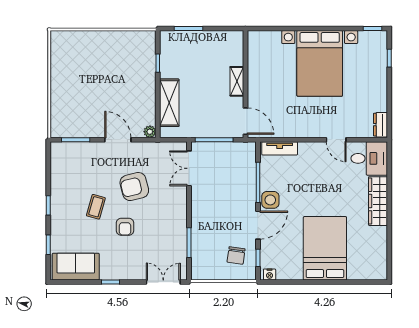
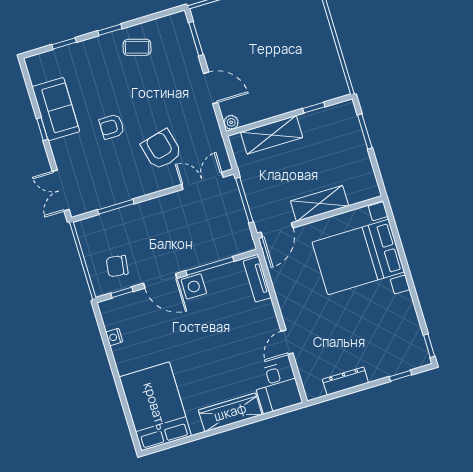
bed with nightstands: (320, 63) -> (358, 257), moved
shelving: (237, 81) -> (320, 203), width x1.50, depth x1.33
dresser: (381, 125) -> (345, 381), moved, width x1.44
door: (118, 140) -> (211, 88), hinge flipped
armchair: (134, 187) -> (161, 150), moved
coffee table: (96, 207) -> (137, 47), moved
bed: (325, 248) -> (155, 406), moved, turned -90
sofa: (76, 267) -> (56, 109), moved
nightstand: (270, 275) -> (114, 337), moved
double door: (163, 282) -> (61, 191), swing flipped

